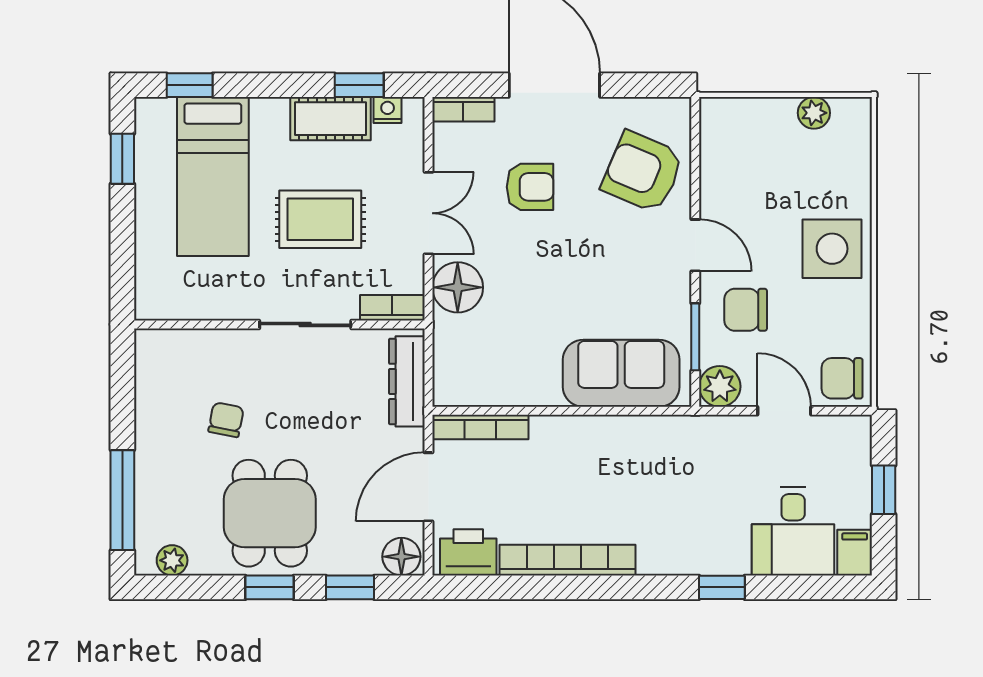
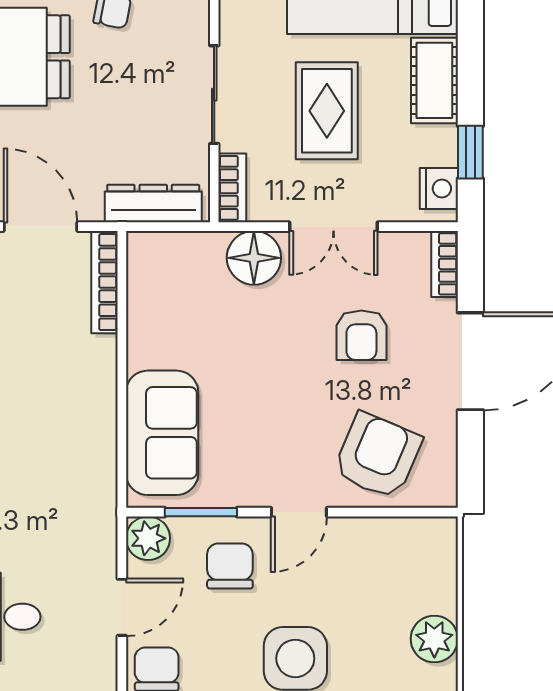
nightstand: (388, 110) -> (439, 189), width x1.39, depth x1.35
plant: (814, 113) -> (434, 639), width x1.38, depth x1.38
cot: (330, 119) -> (434, 80), moved

